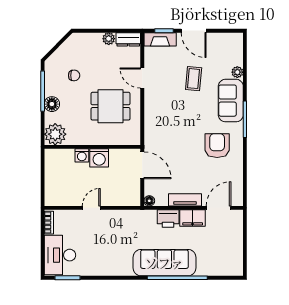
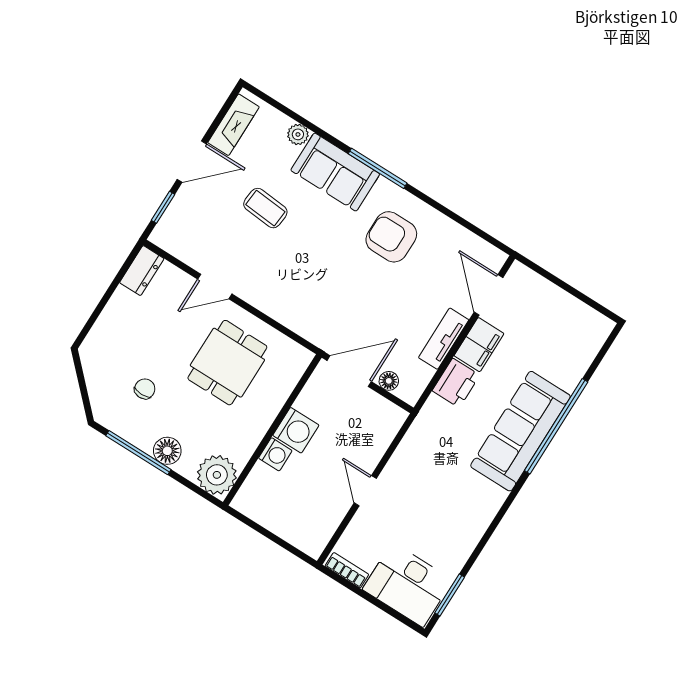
plant: (109, 39) -> (122, 300), removed
fireplace: (160, 39) -> (234, 125), moved
floor lamp: (149, 201) -> (389, 381), moved

